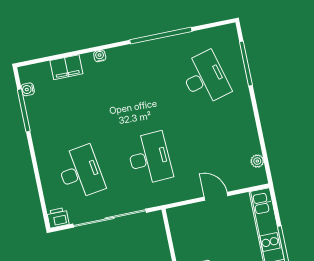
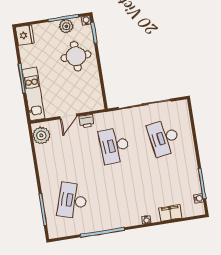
desk: (205, 78) -> (72, 201), turned 33
plant: (257, 161) -> (41, 135), width x1.88, depth x1.88
door: (216, 196) -> (68, 116), hinge flipped
printer: (58, 218) -> (87, 121), moved

